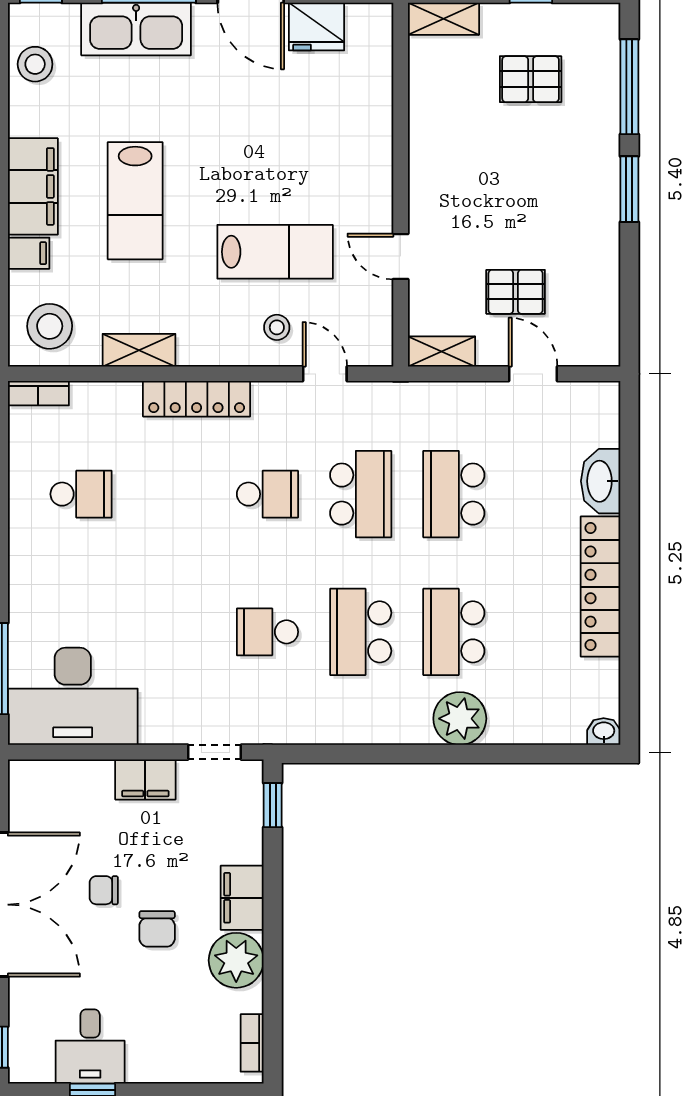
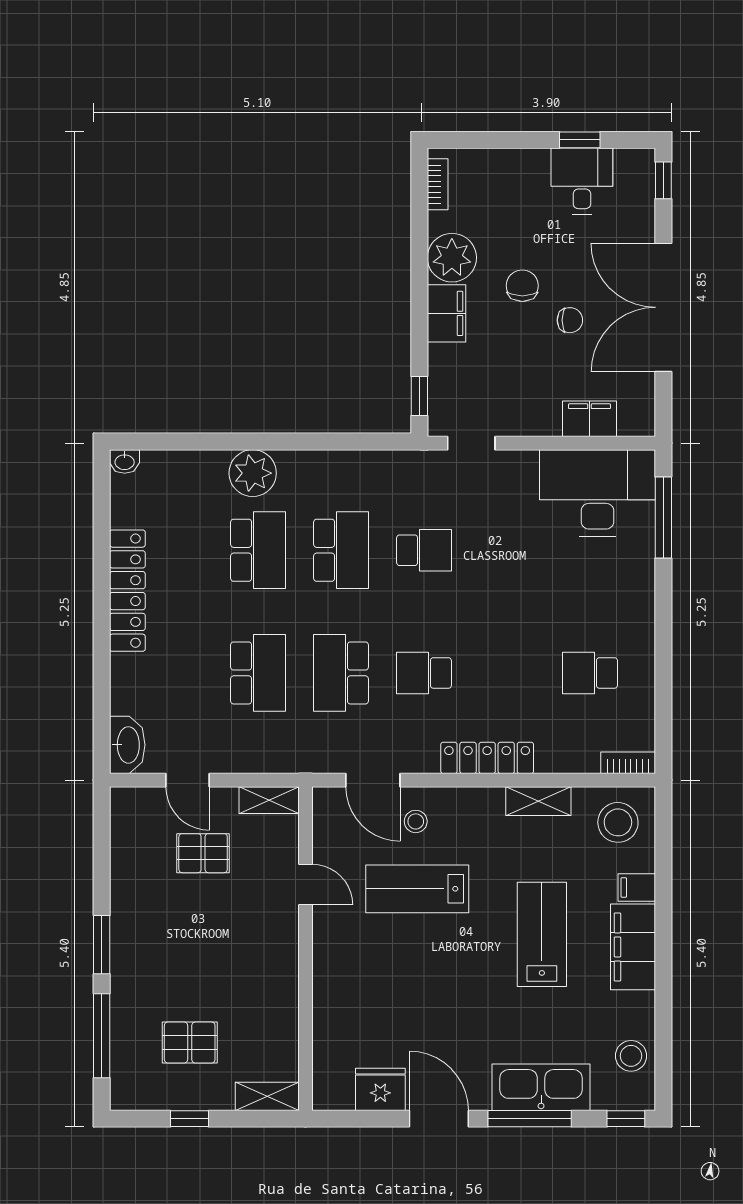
door: (325, 374) -> (373, 780), width x1.38
washbasin: (601, 481) -> (127, 745), moved
filing cabinet: (145, 779) -> (589, 419), moved

